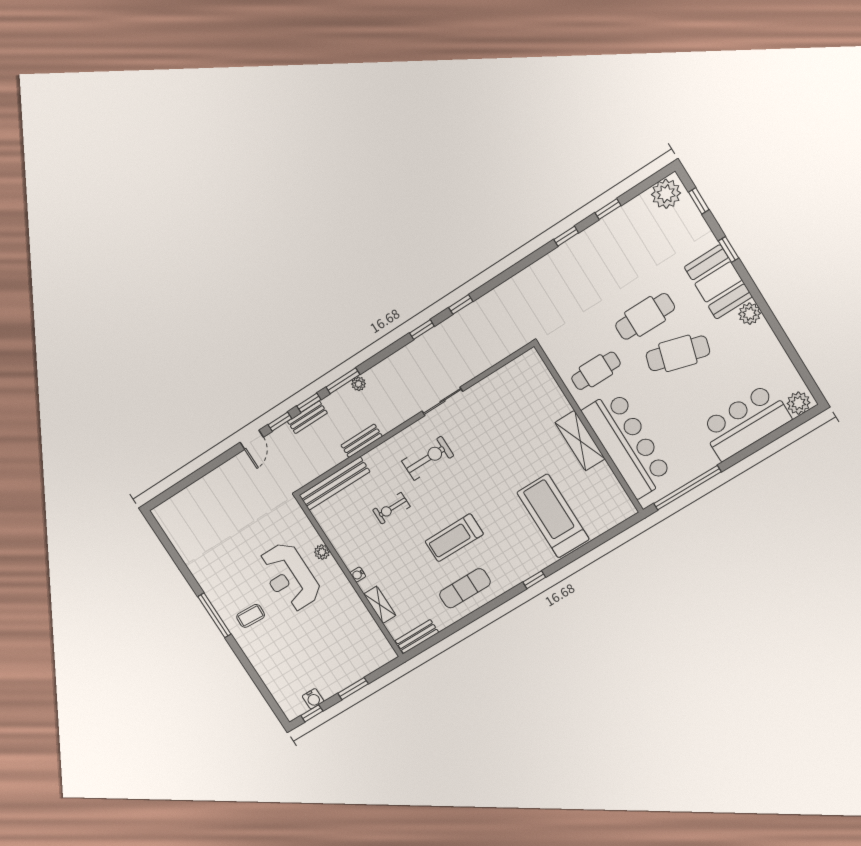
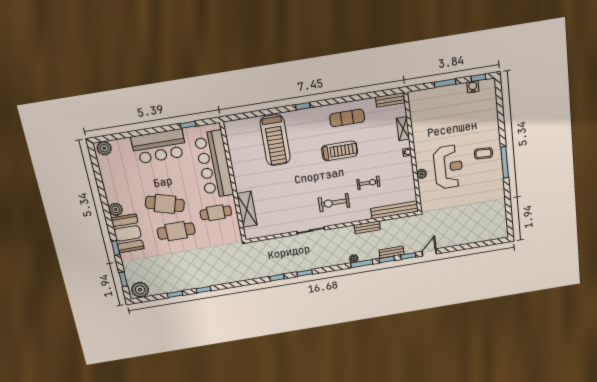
bar counter: (745, 422) -> (159, 146), moved
shelving: (580, 441) -> (247, 209), moved
window: (687, 488) -> (188, 125), width x0.32

